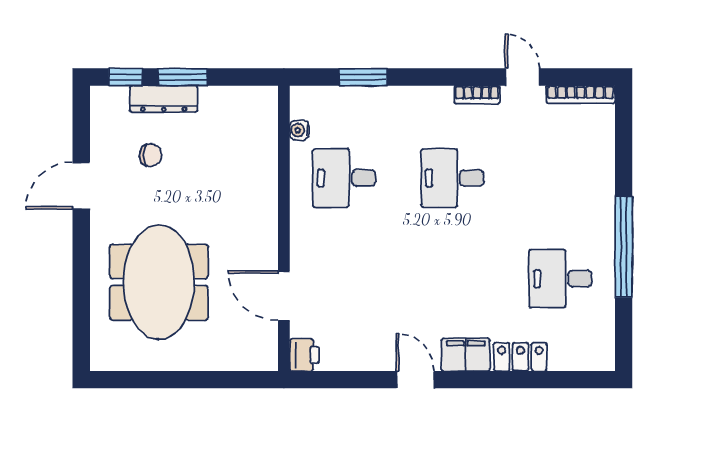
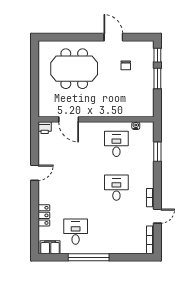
dresser: (164, 99) -> (149, 71), removed
door: (284, 296) -> (69, 119), swing flipped
filing cabinet: (466, 355) -> (50, 247), moved, turned -90

